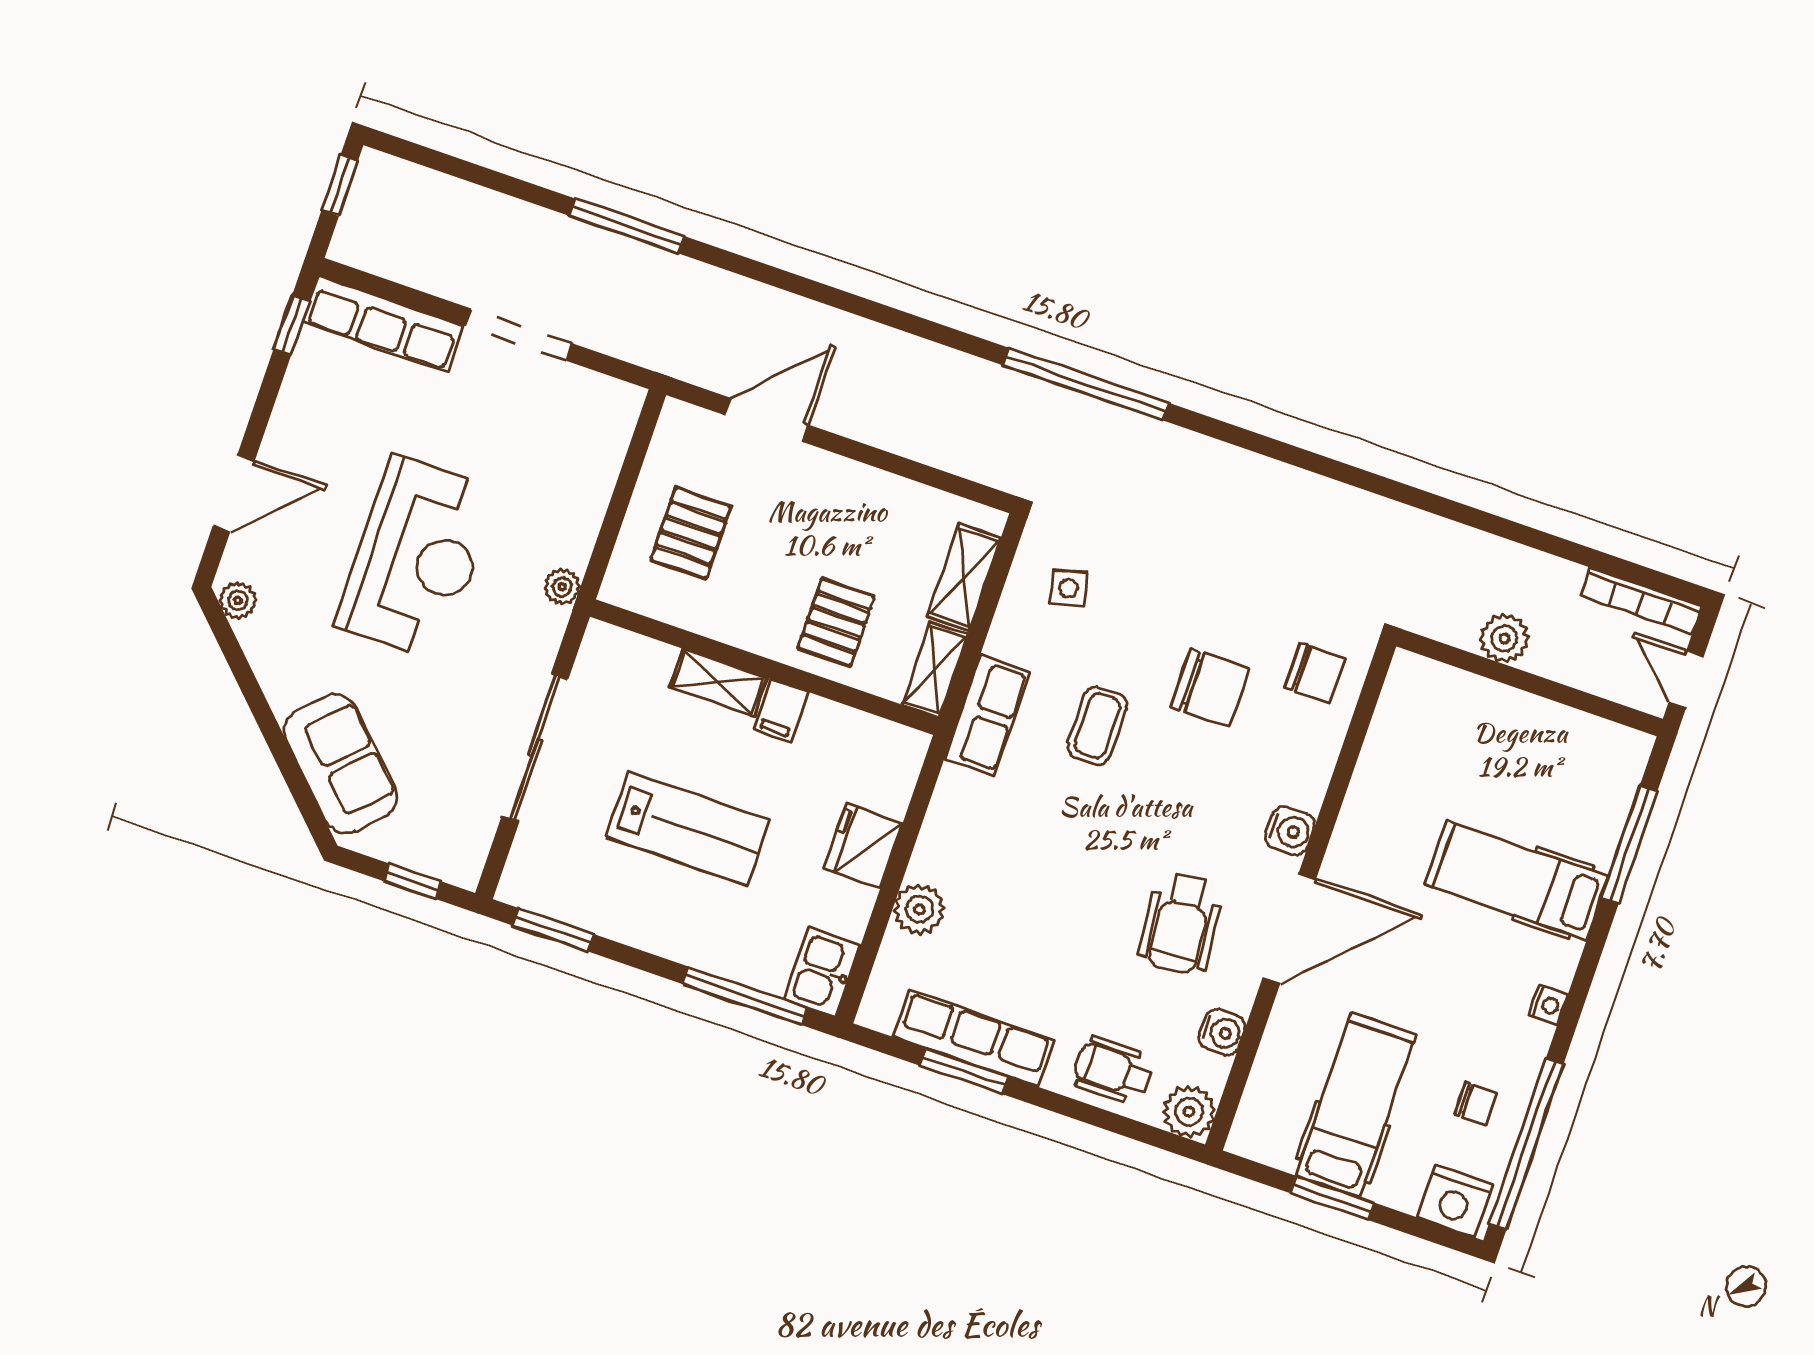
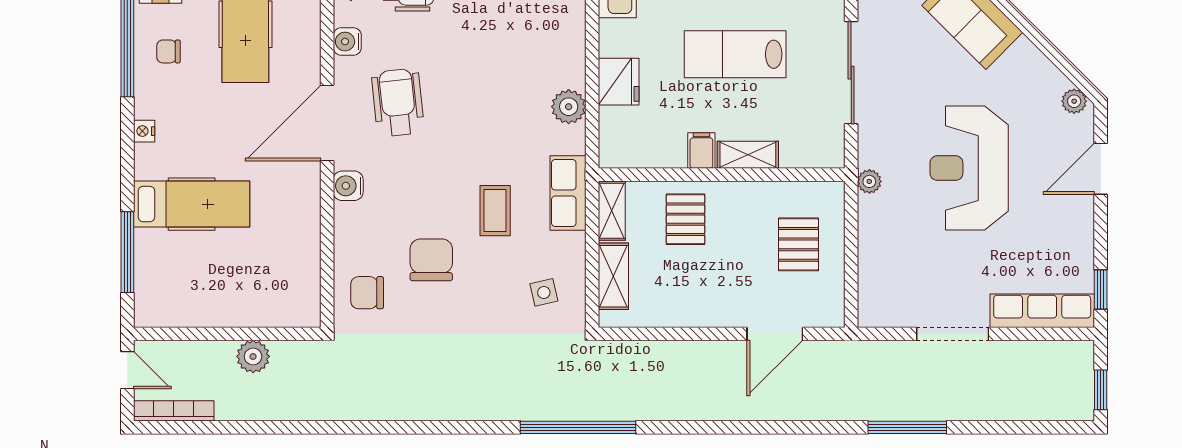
chair: (1210, 688) -> (431, 260), turned 90
plant: (919, 909) -> (569, 107), moved

